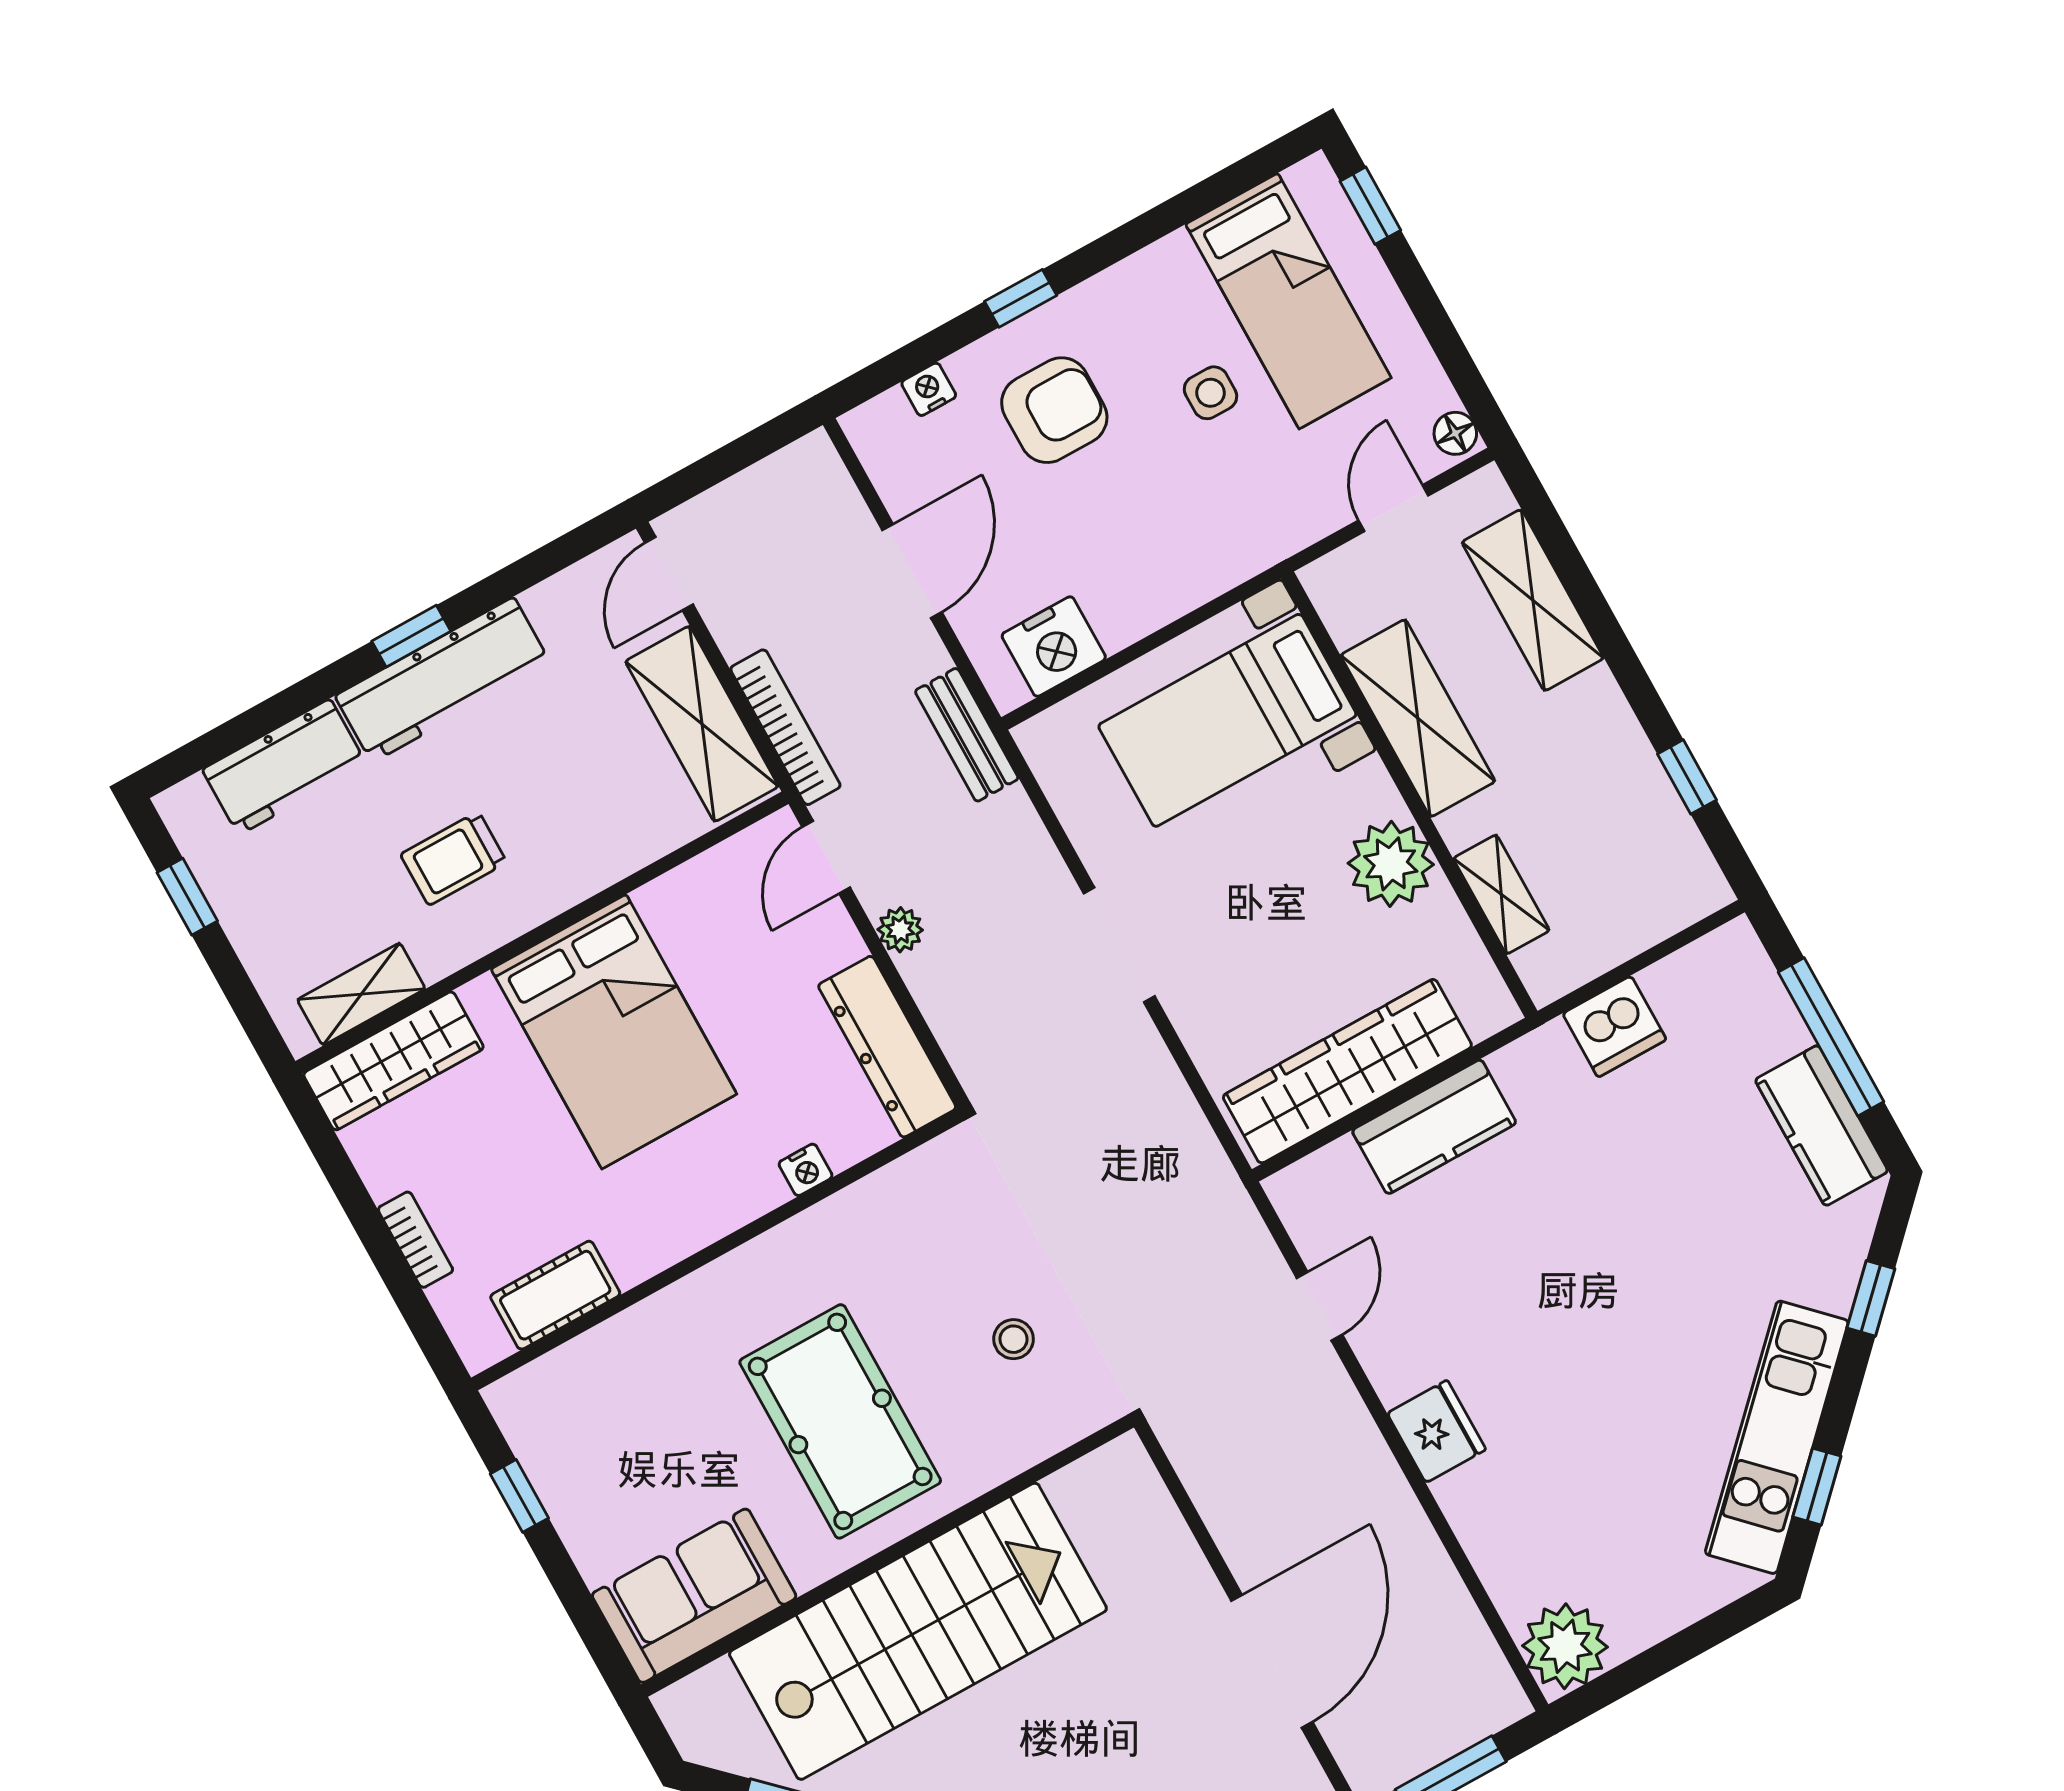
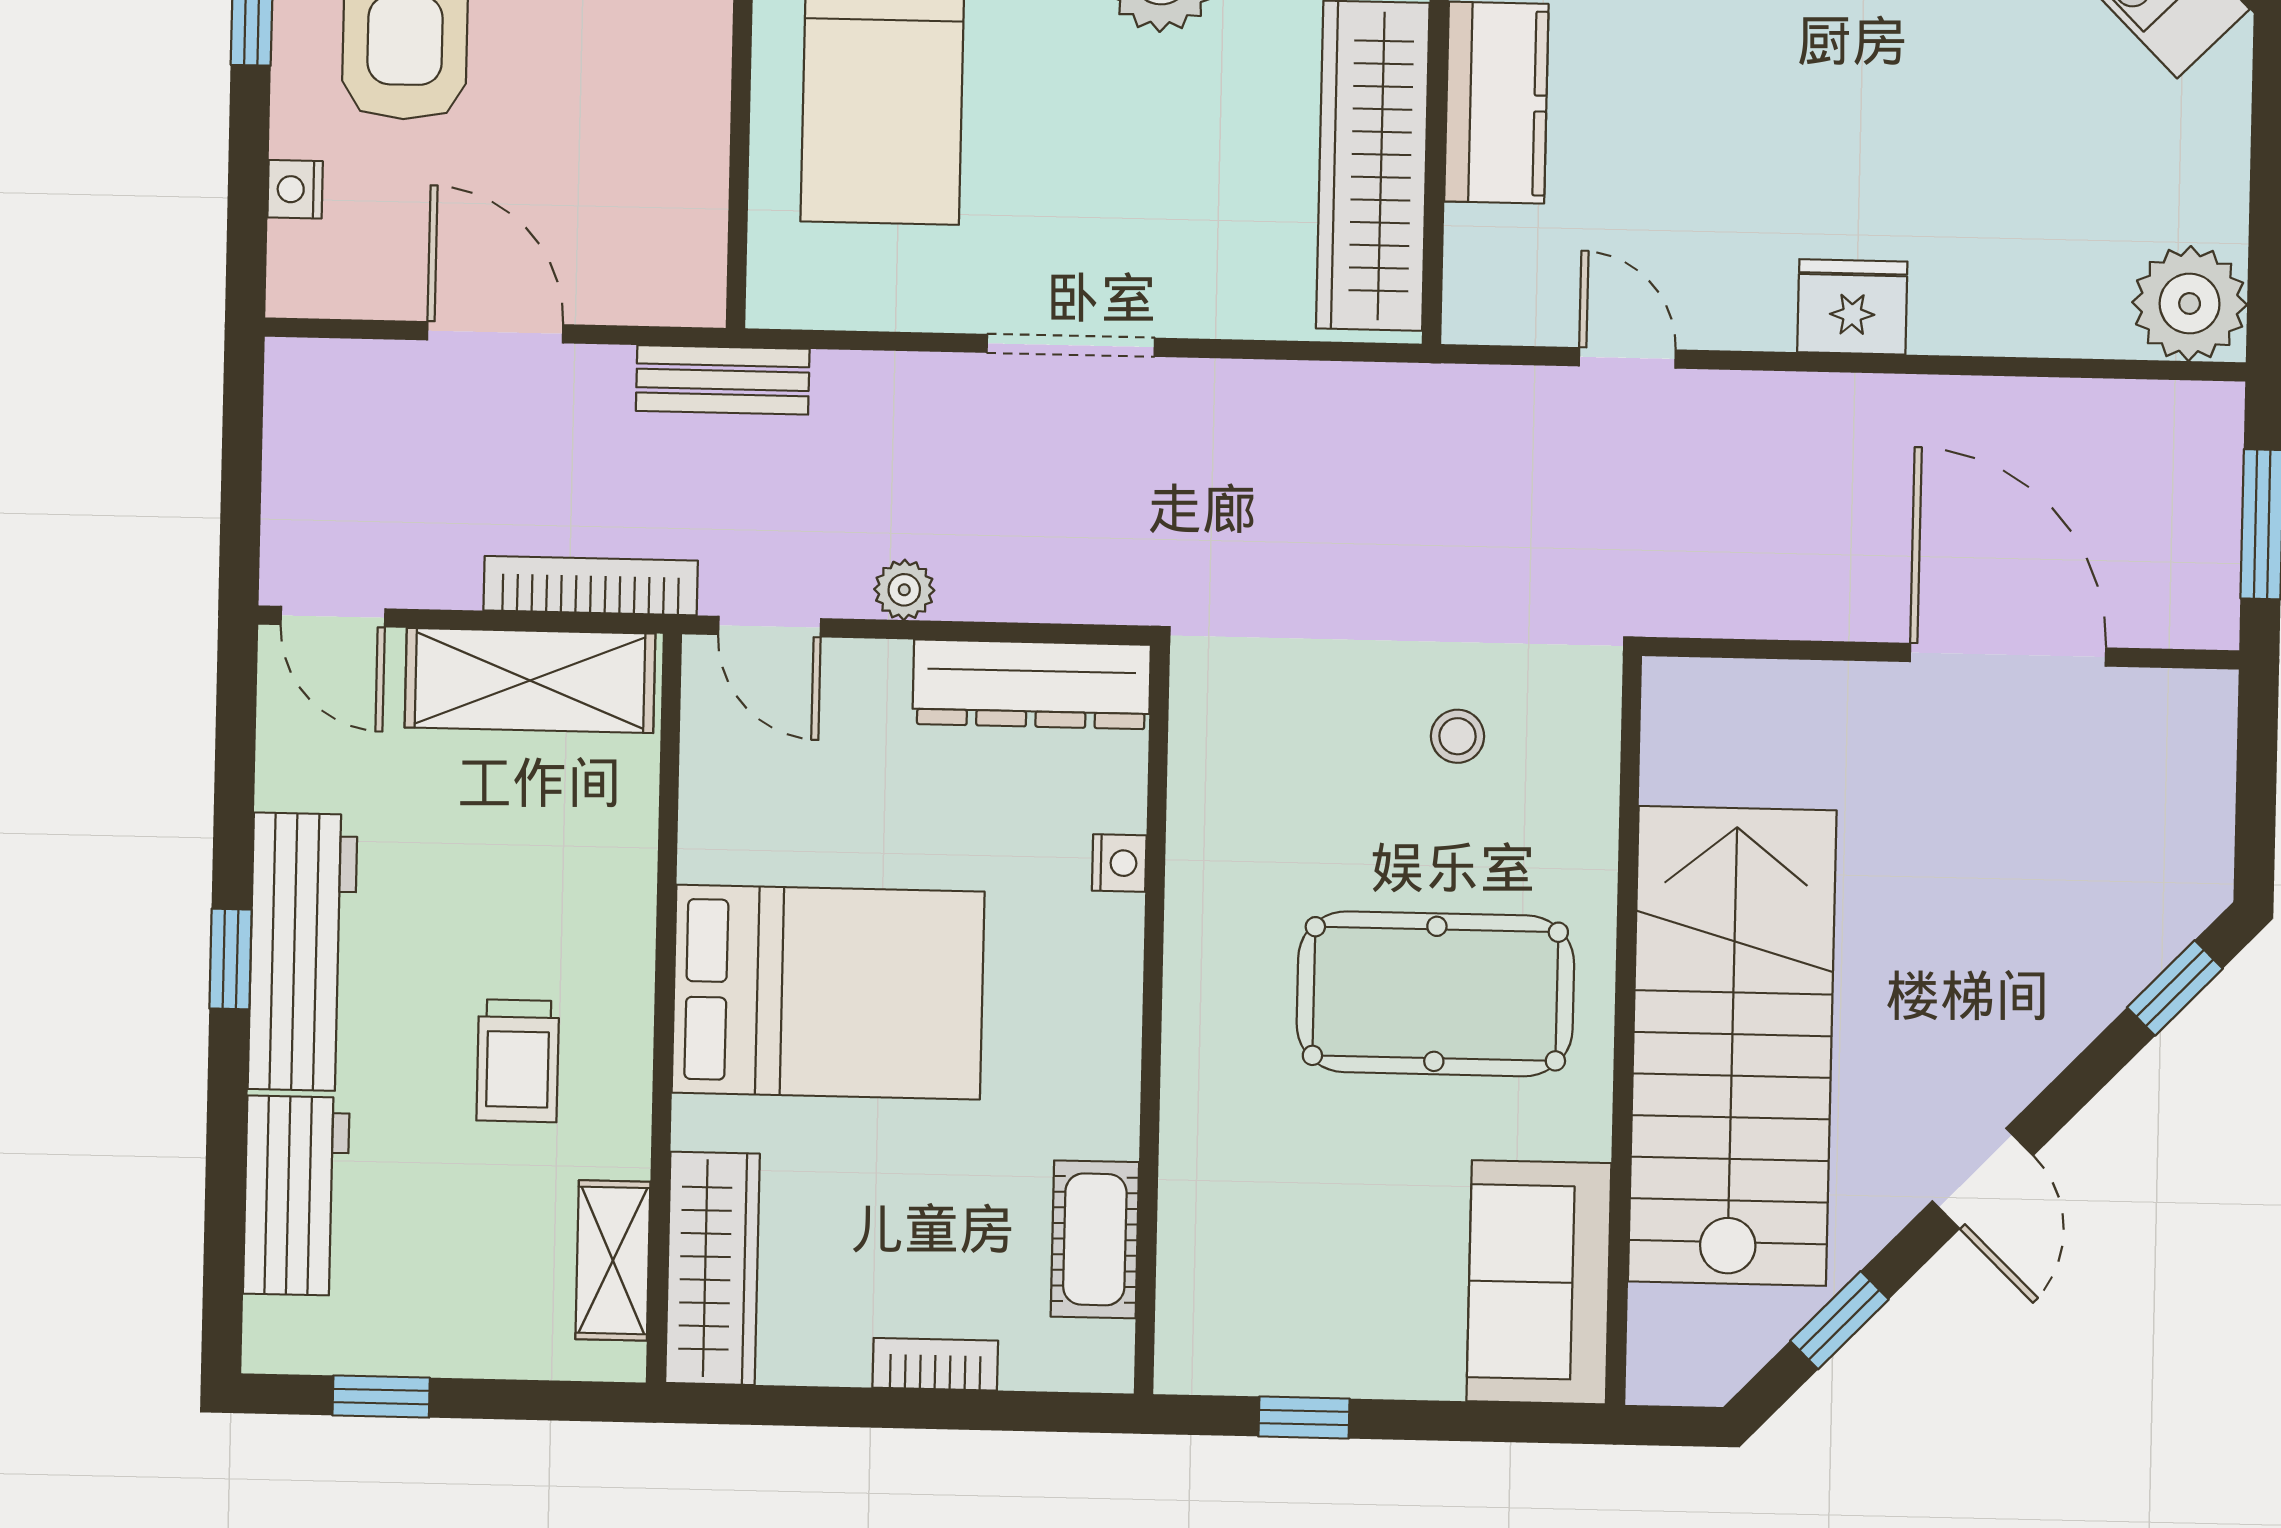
nightstand: (1054, 647) -> (679, 219), removed

